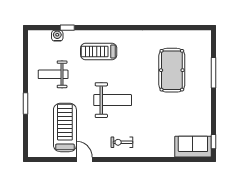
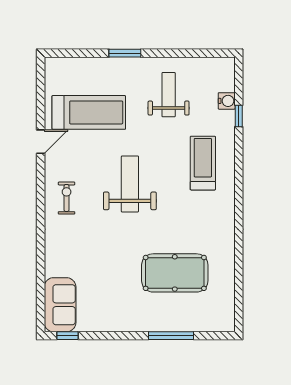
weight bench: (113, 100) -> (130, 184), turned 180

